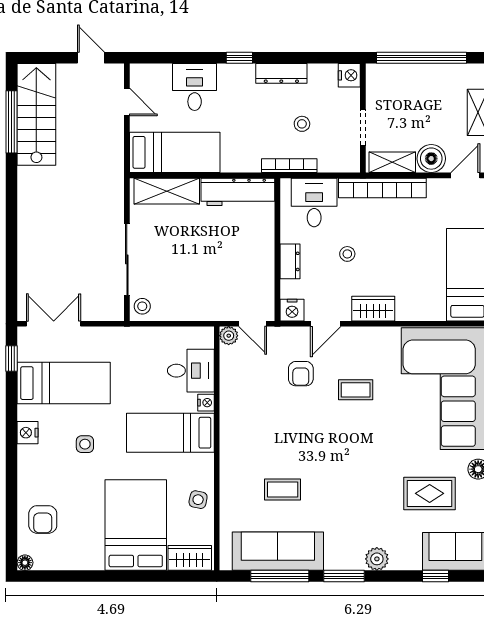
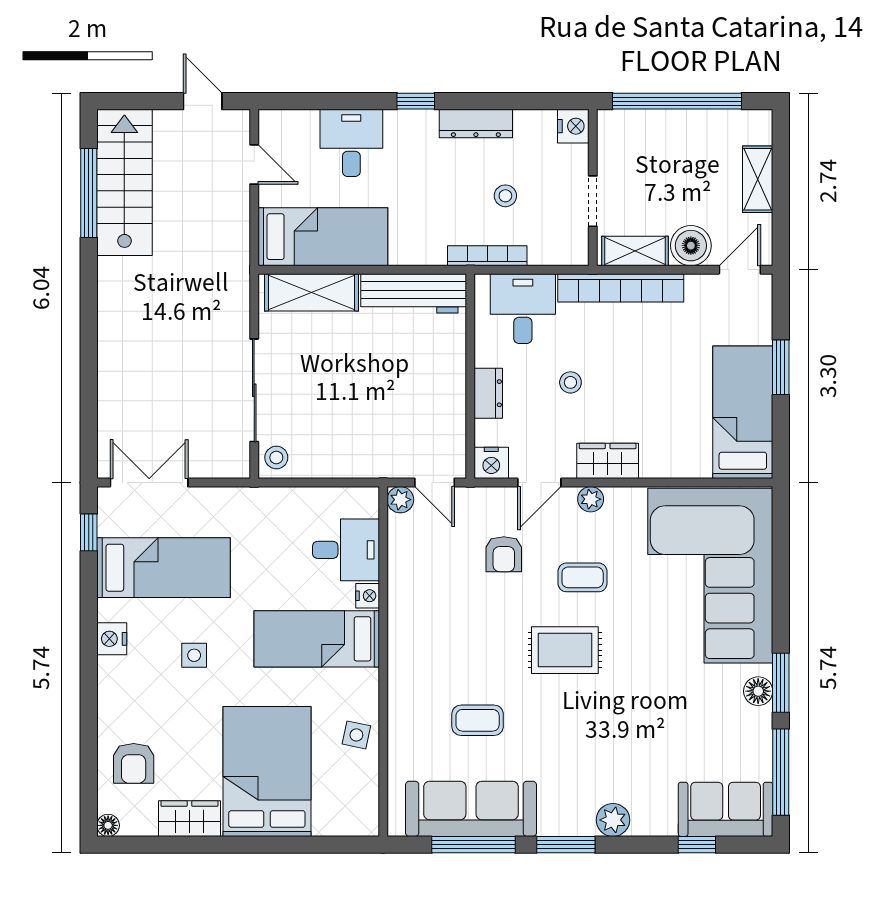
plant: (361, 335) -> (591, 499), added
rug: (430, 493) -> (565, 650), moved
wardrobe: (190, 558) -> (189, 819), moved

